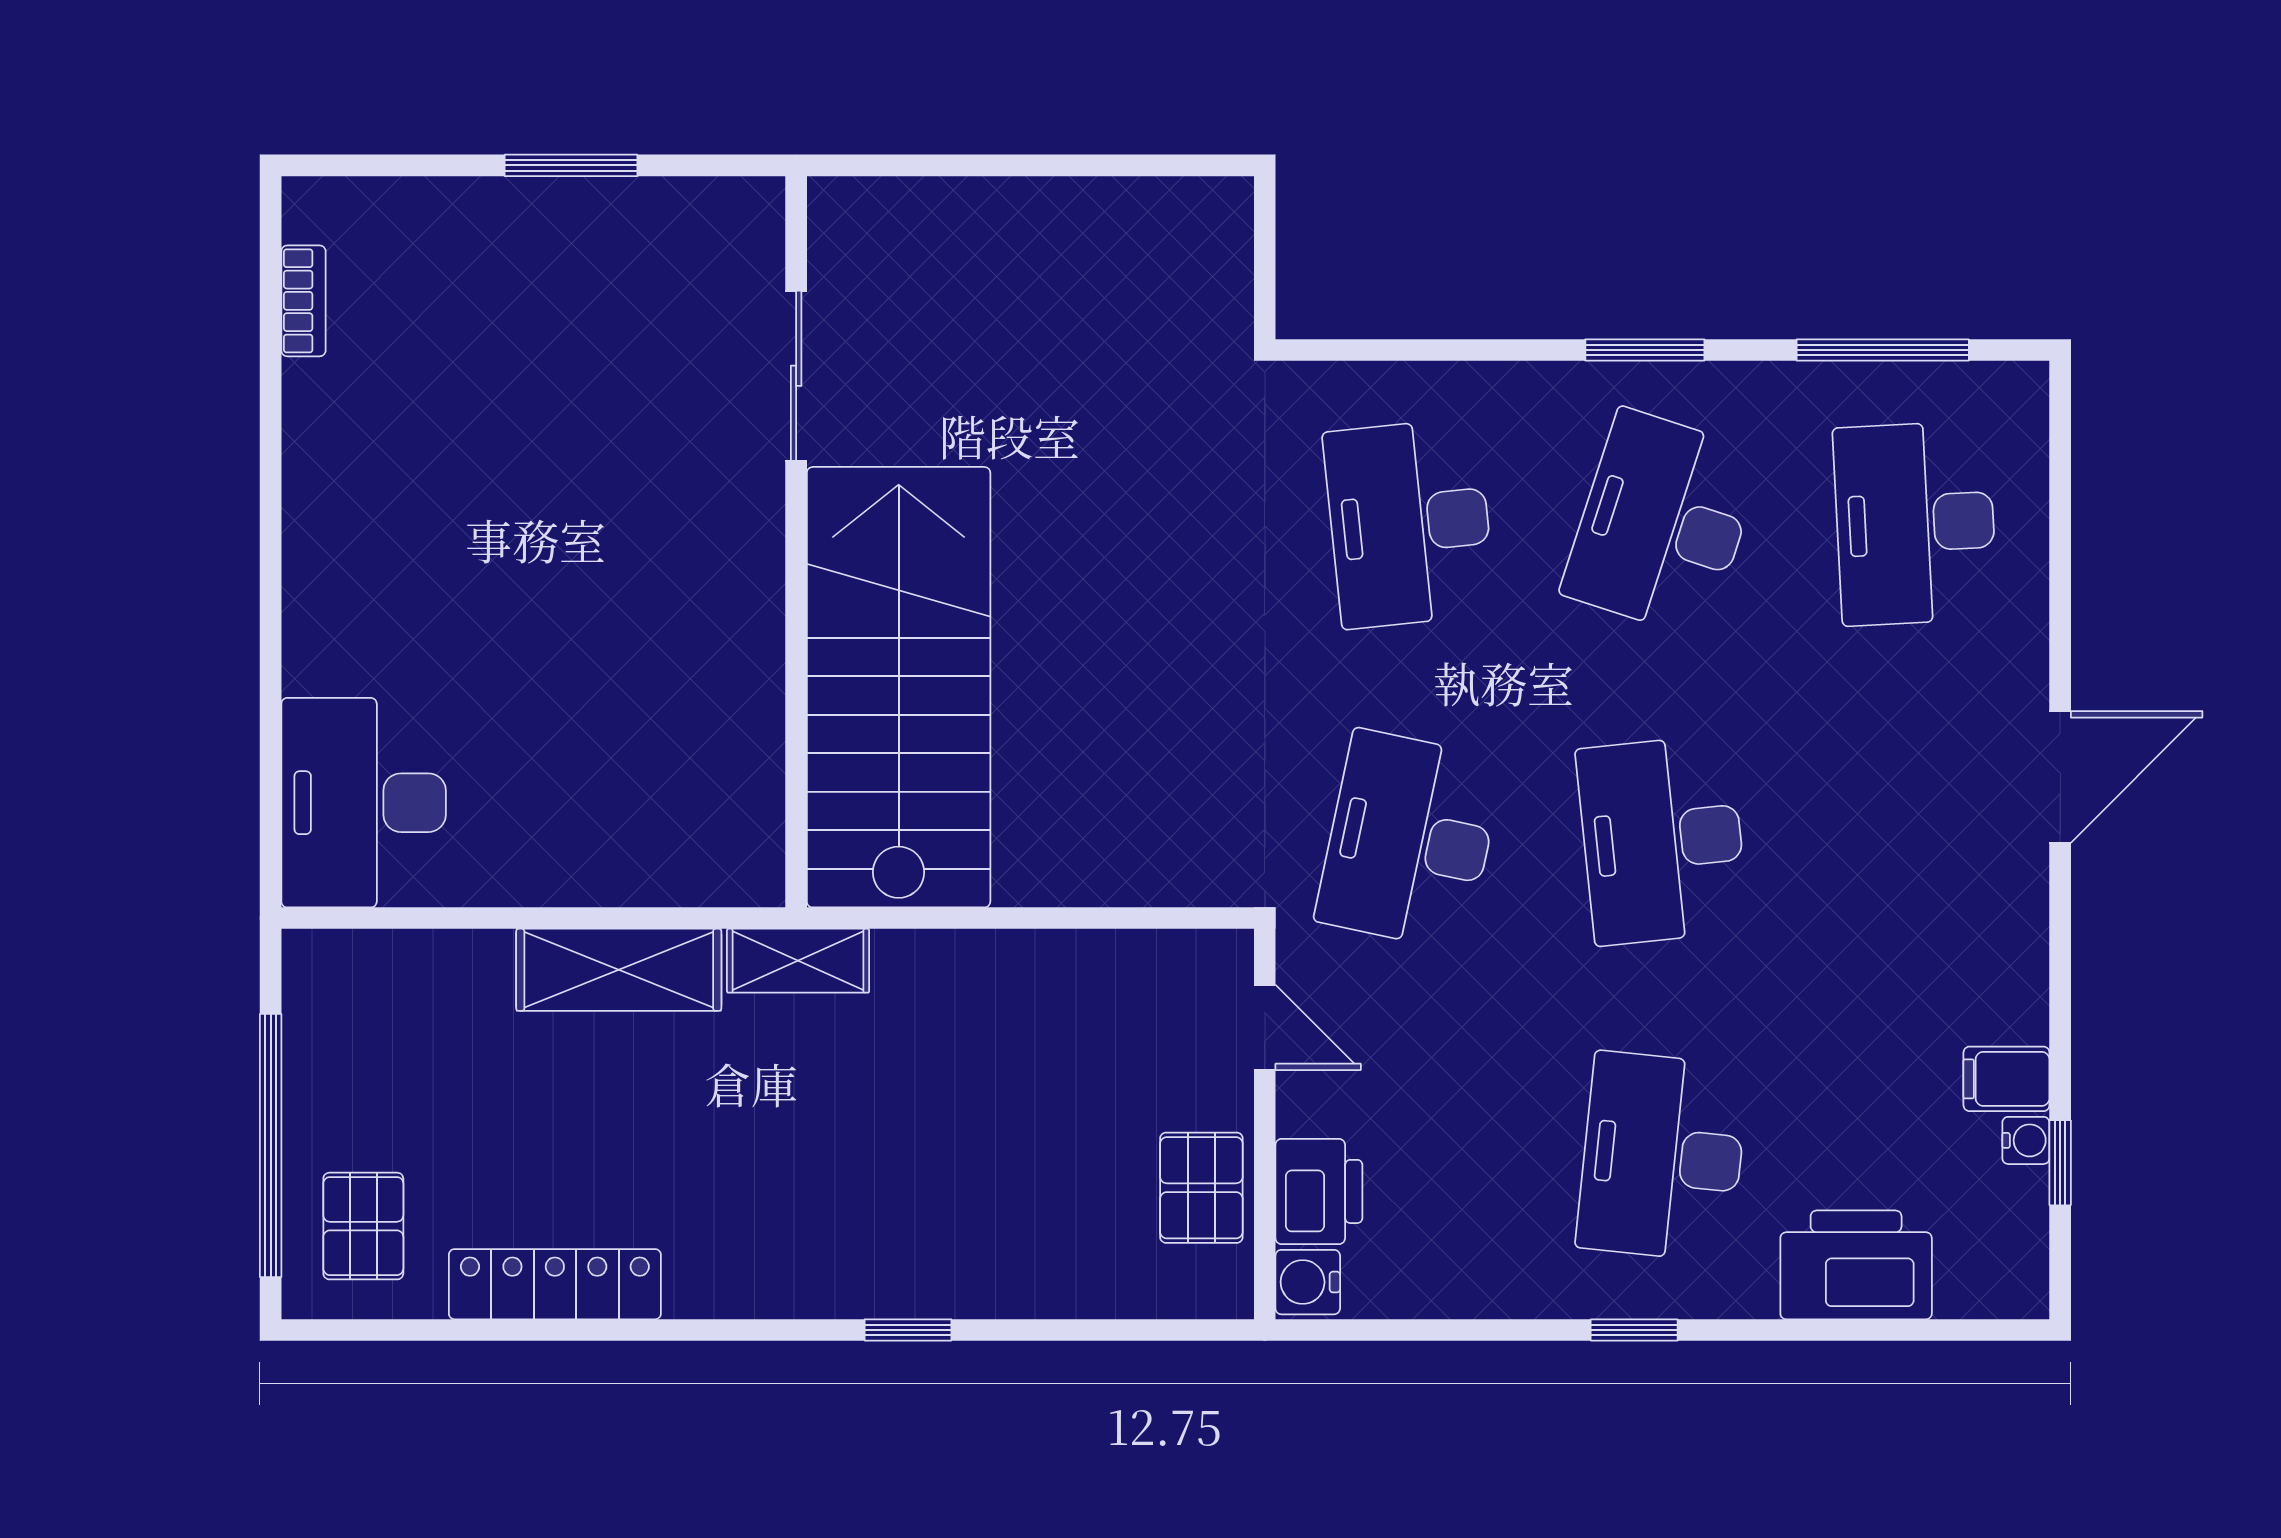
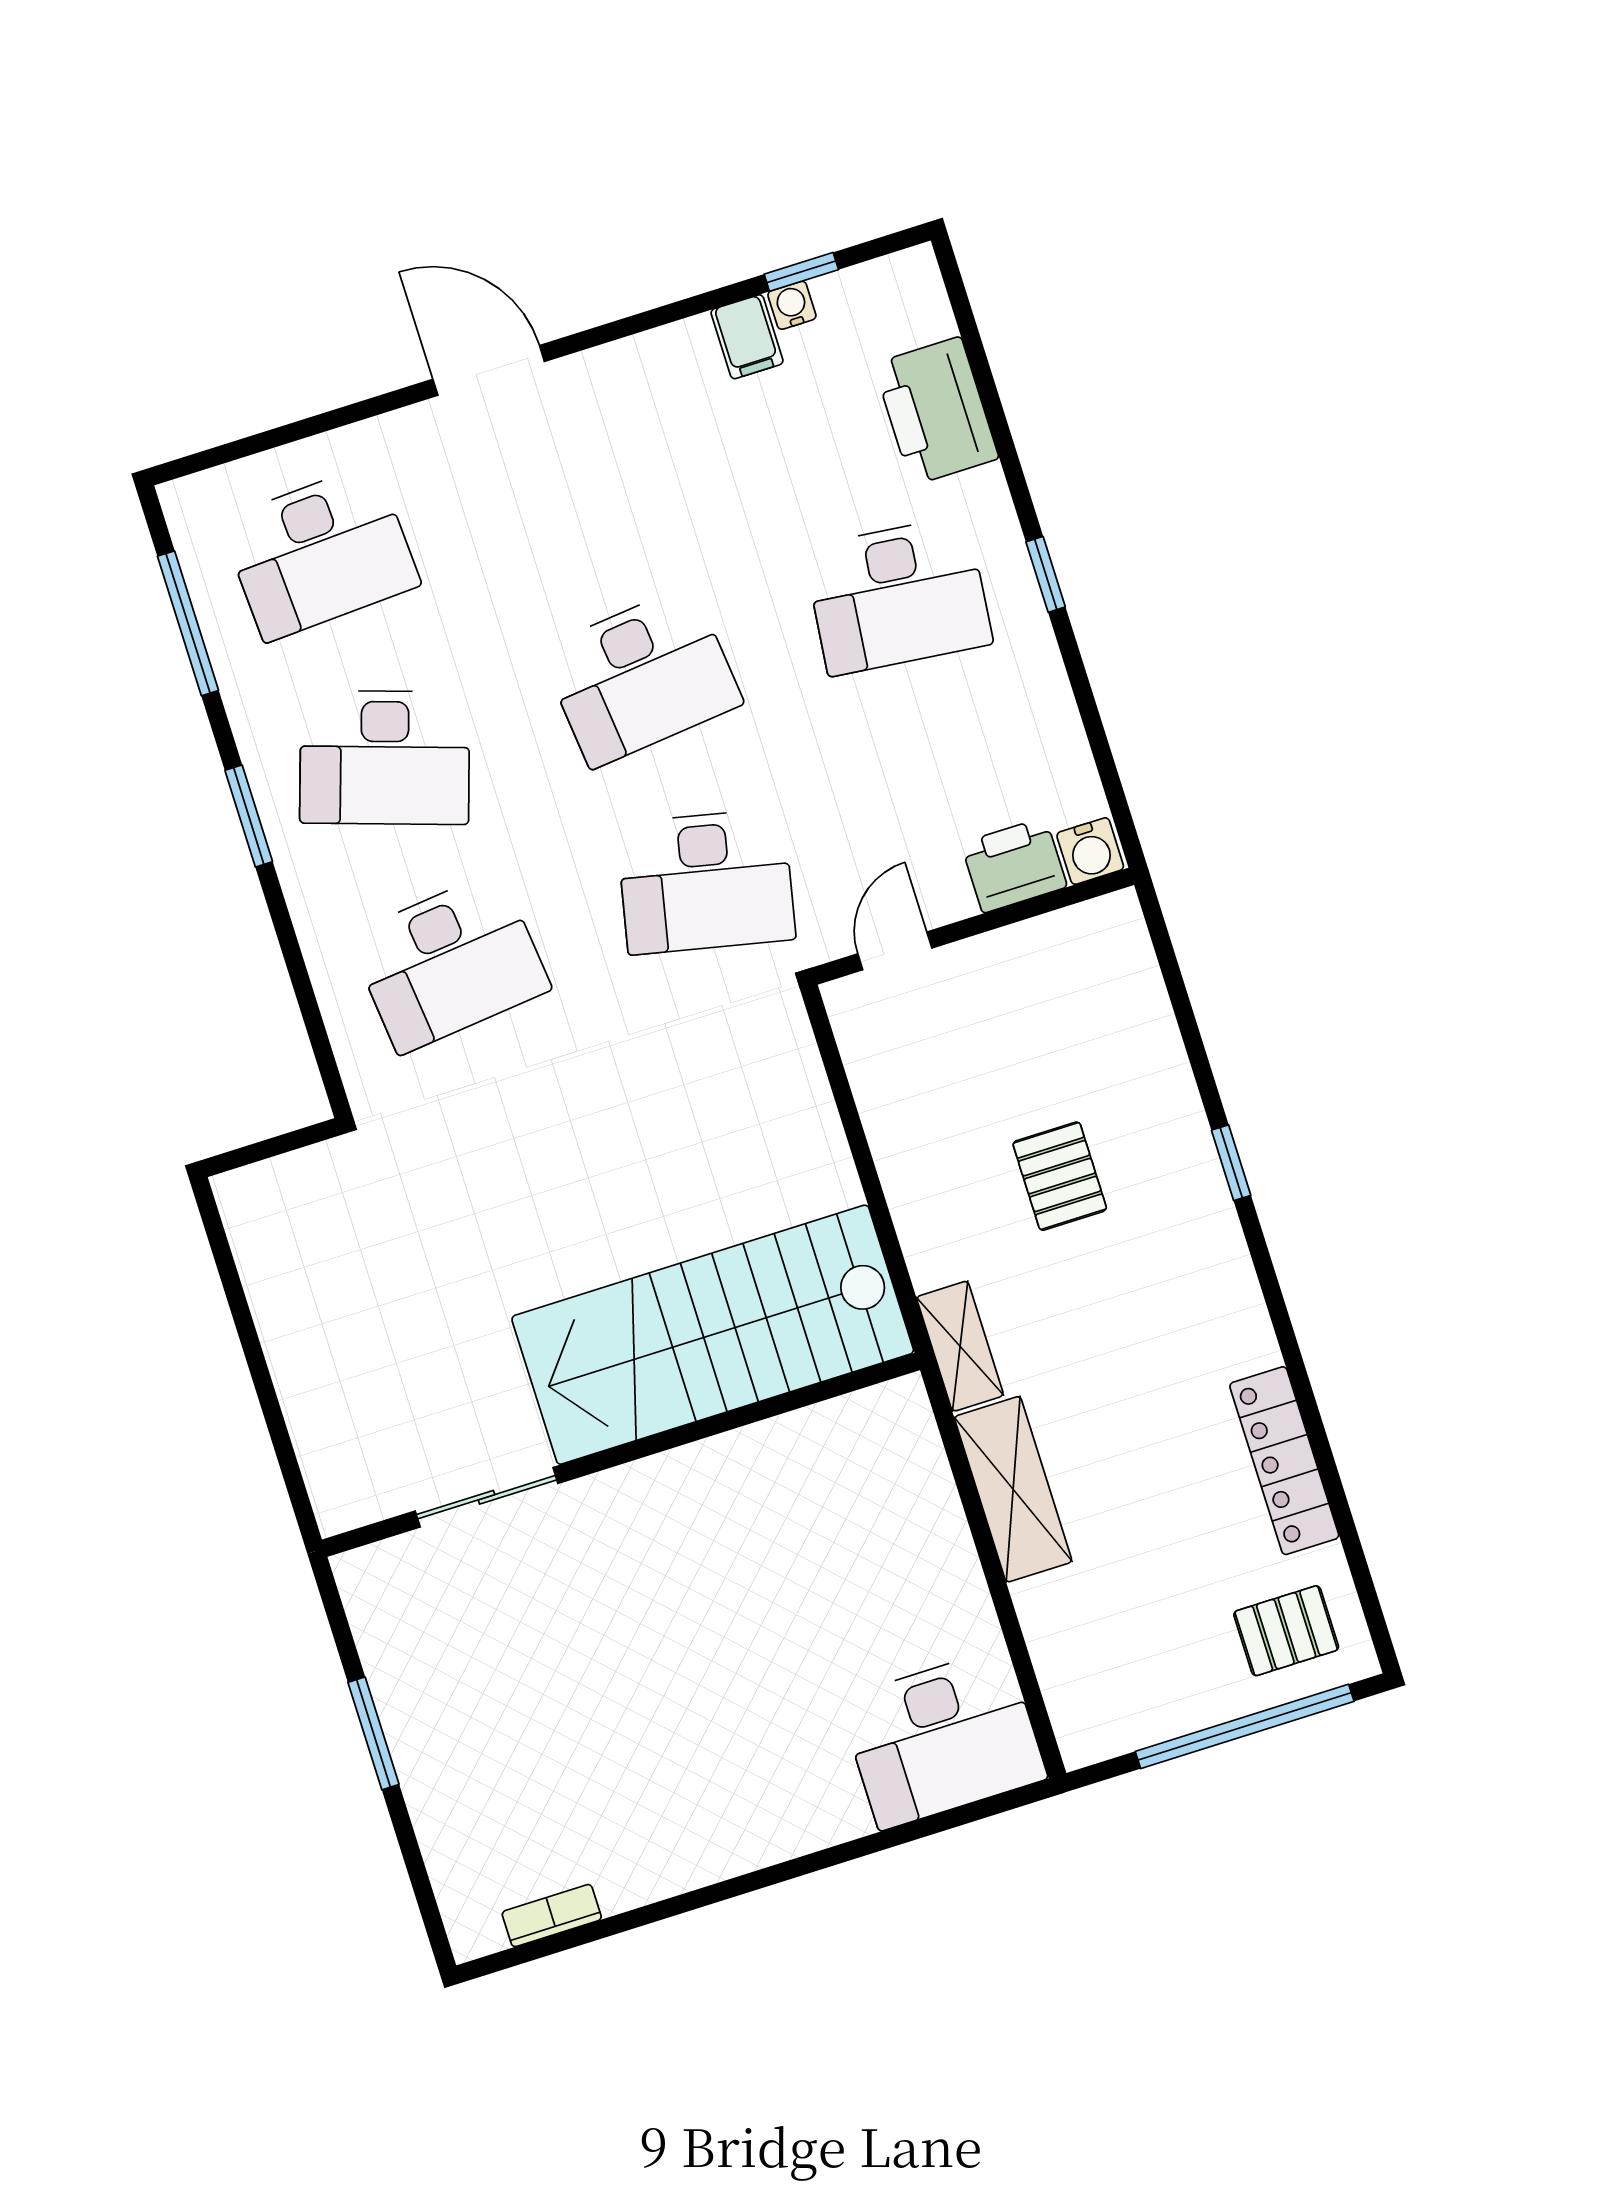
pallet: (1201, 1188) -> (1060, 1176), moved, turned 90

